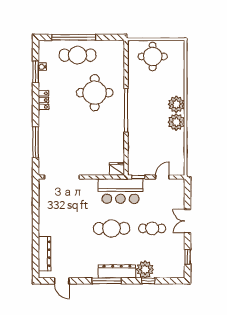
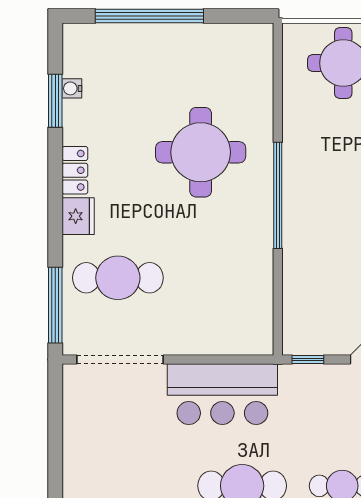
cafe table: (78, 55) -> (118, 278), moved
window: (36, 142) -> (55, 305), moved
fridge: (117, 169) -> (78, 216), moved, turned 90
bar counter: (120, 191) -> (222, 394), moved

